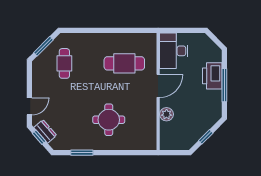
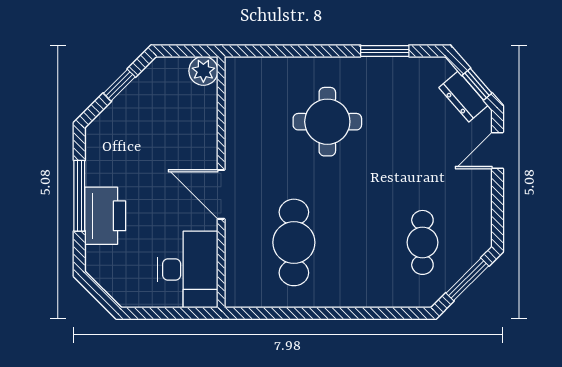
cafe table: (124, 63) -> (294, 242), turned 90
door: (158, 86) -> (221, 194), hinge flipped
plant: (167, 114) -> (203, 71), moved

